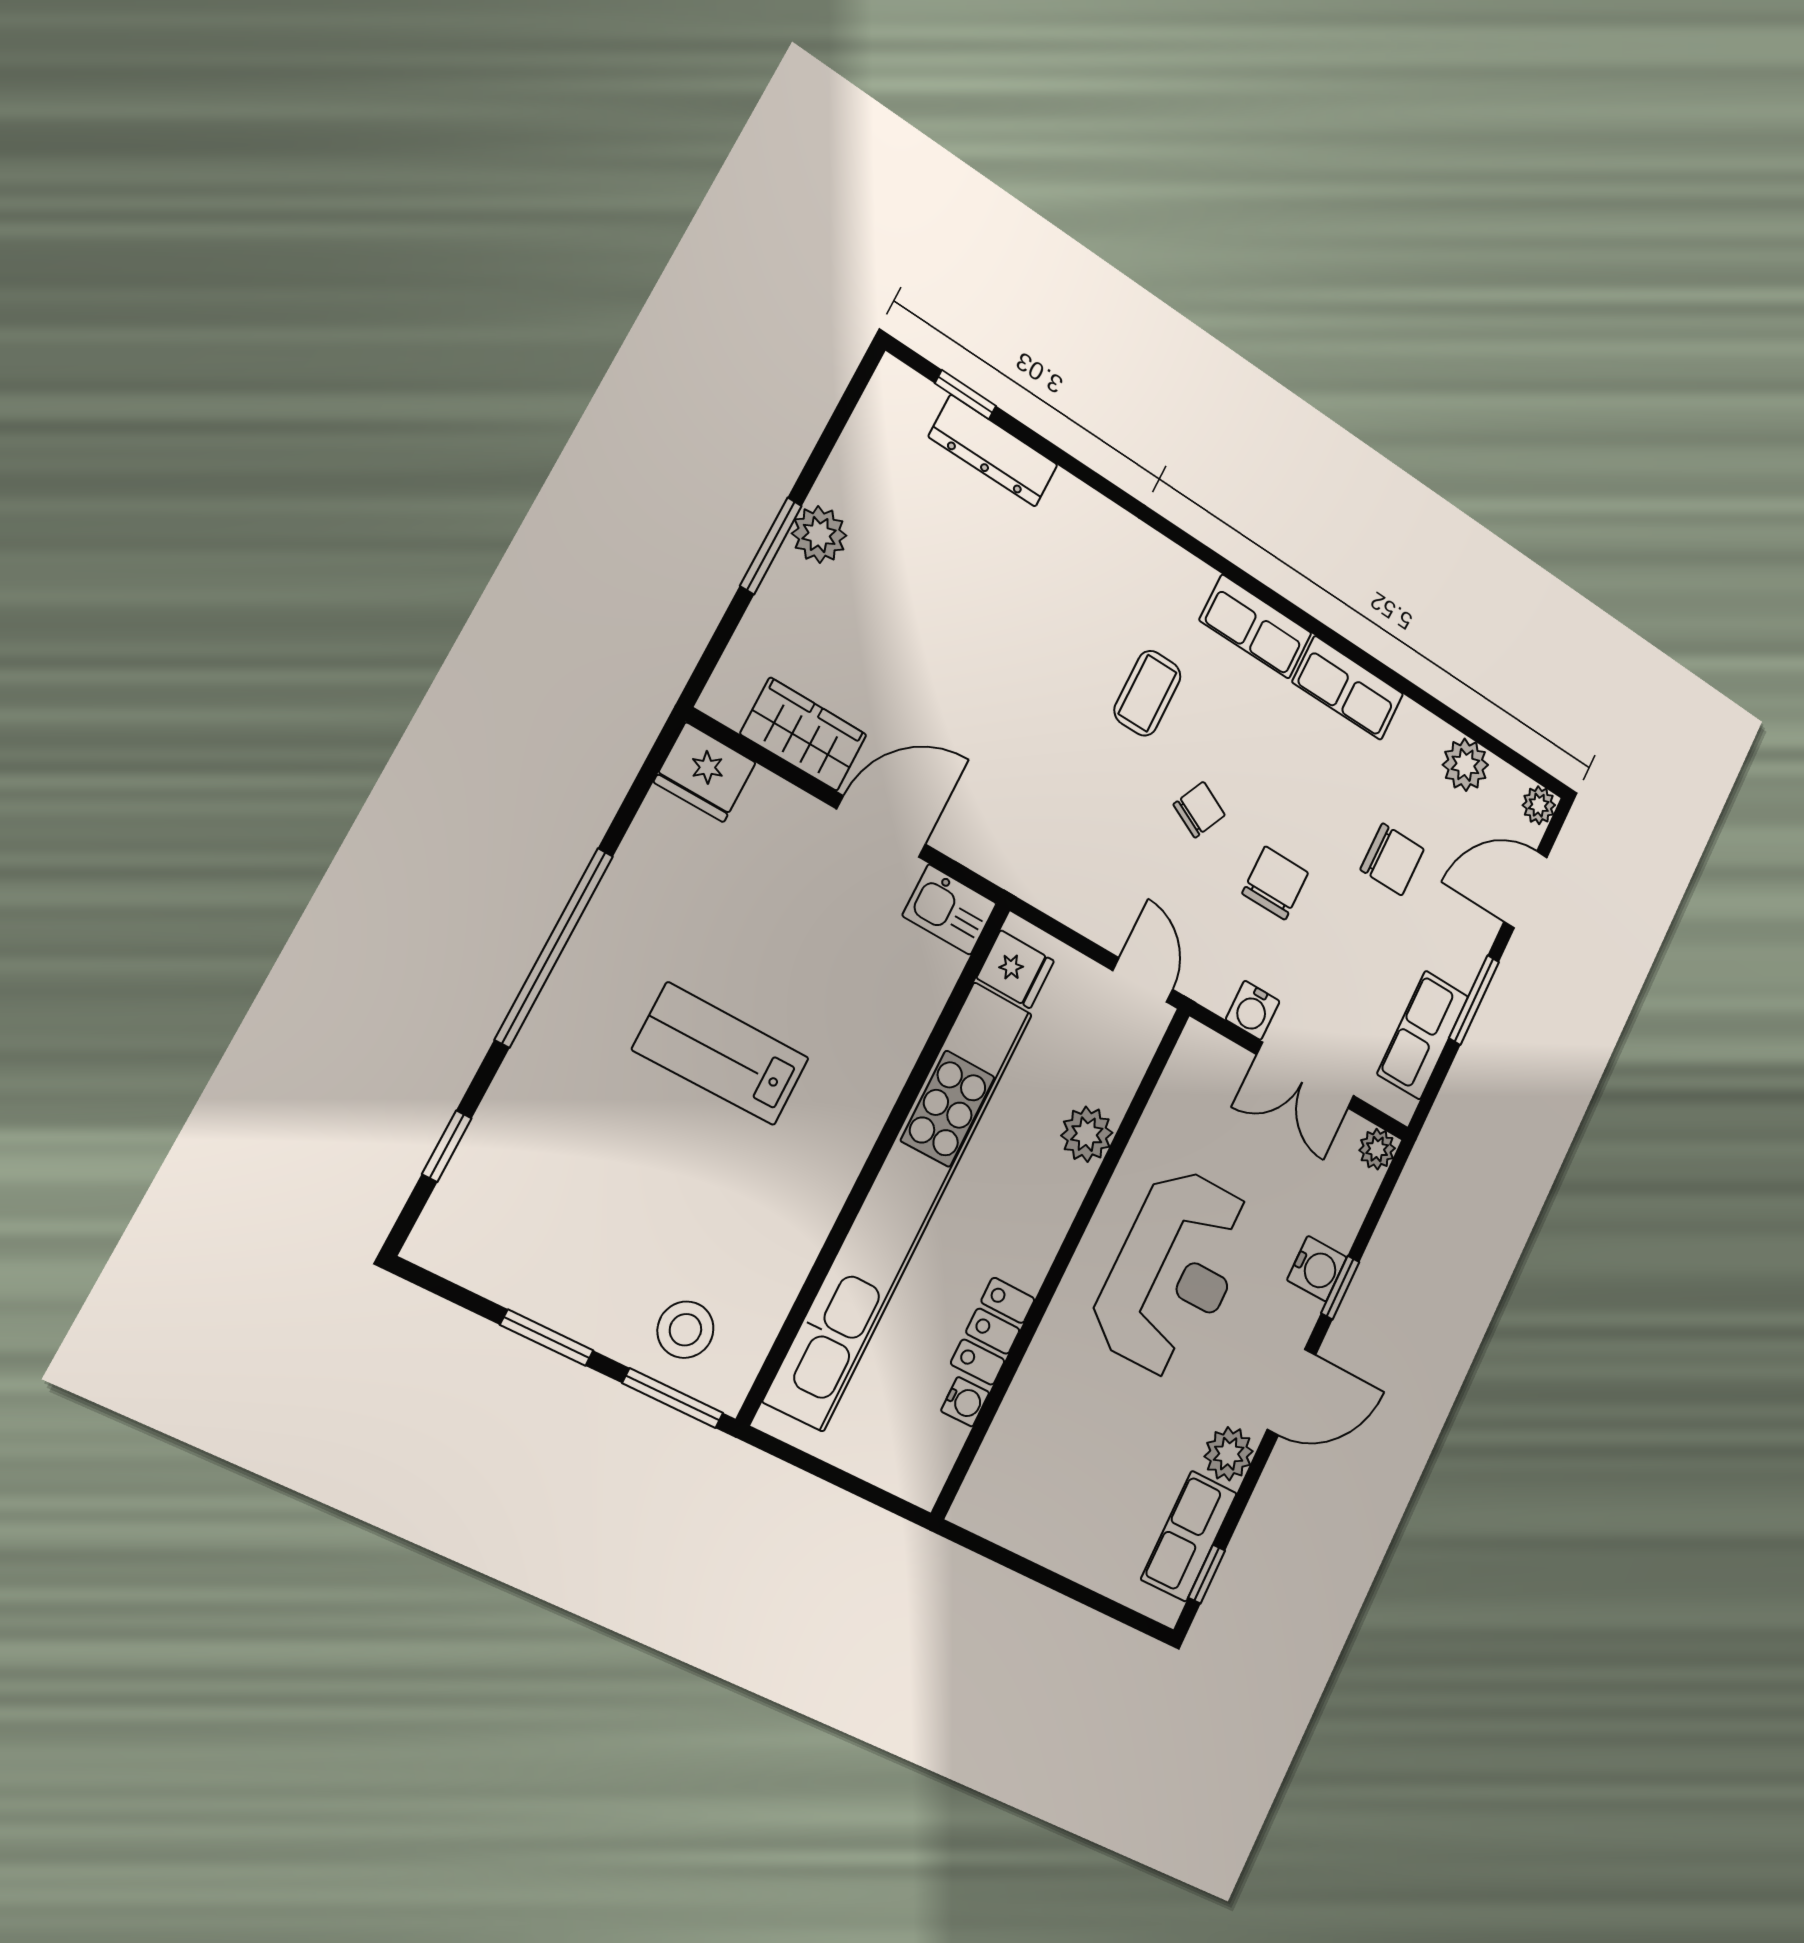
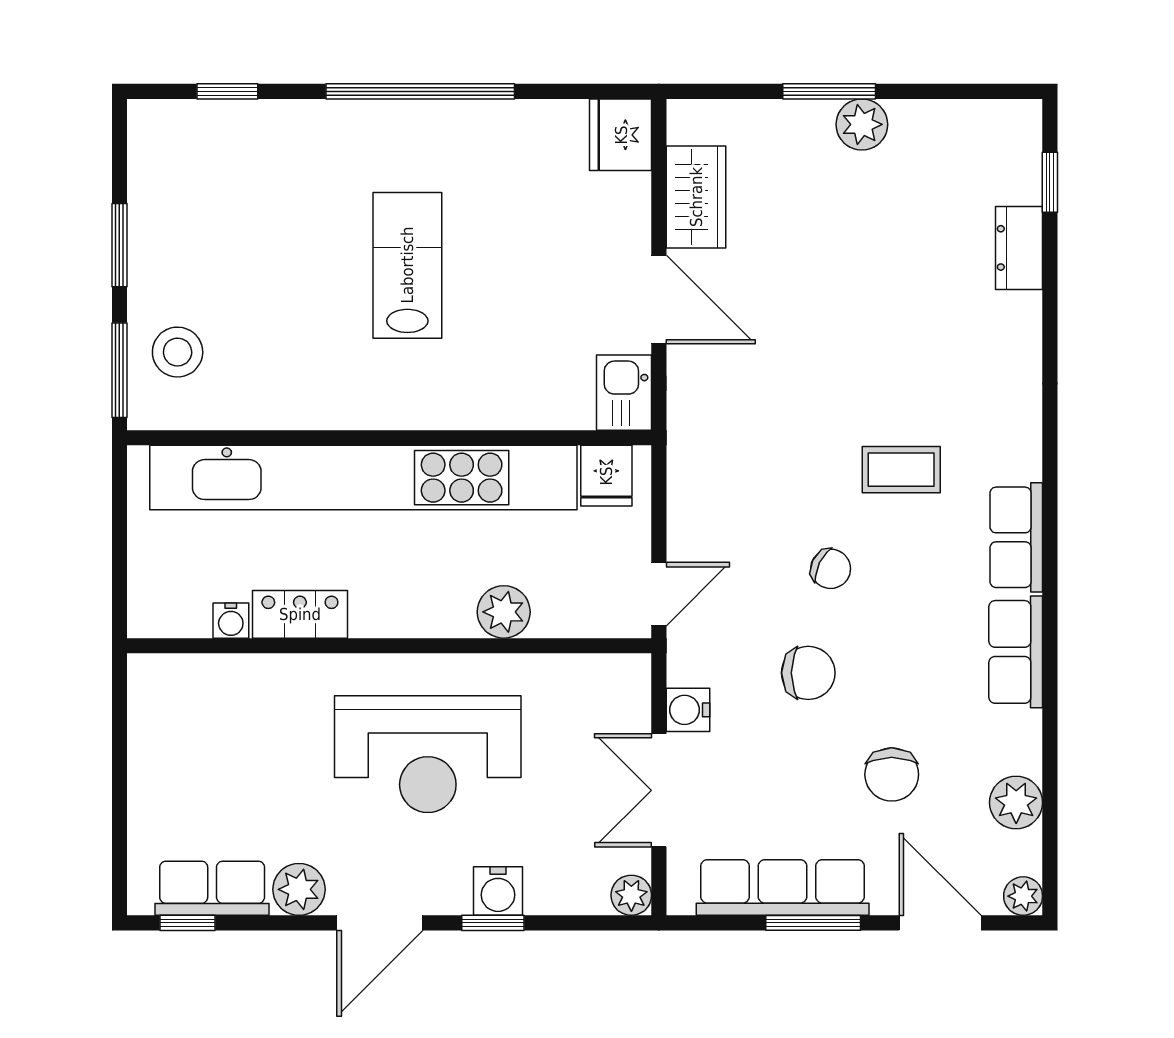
dresser: (993, 451) -> (1019, 248), width x0.70
row of seats: (1423, 1035) -> (783, 888), width x1.48
door: (1291, 1392) -> (380, 923), hinge flipped

